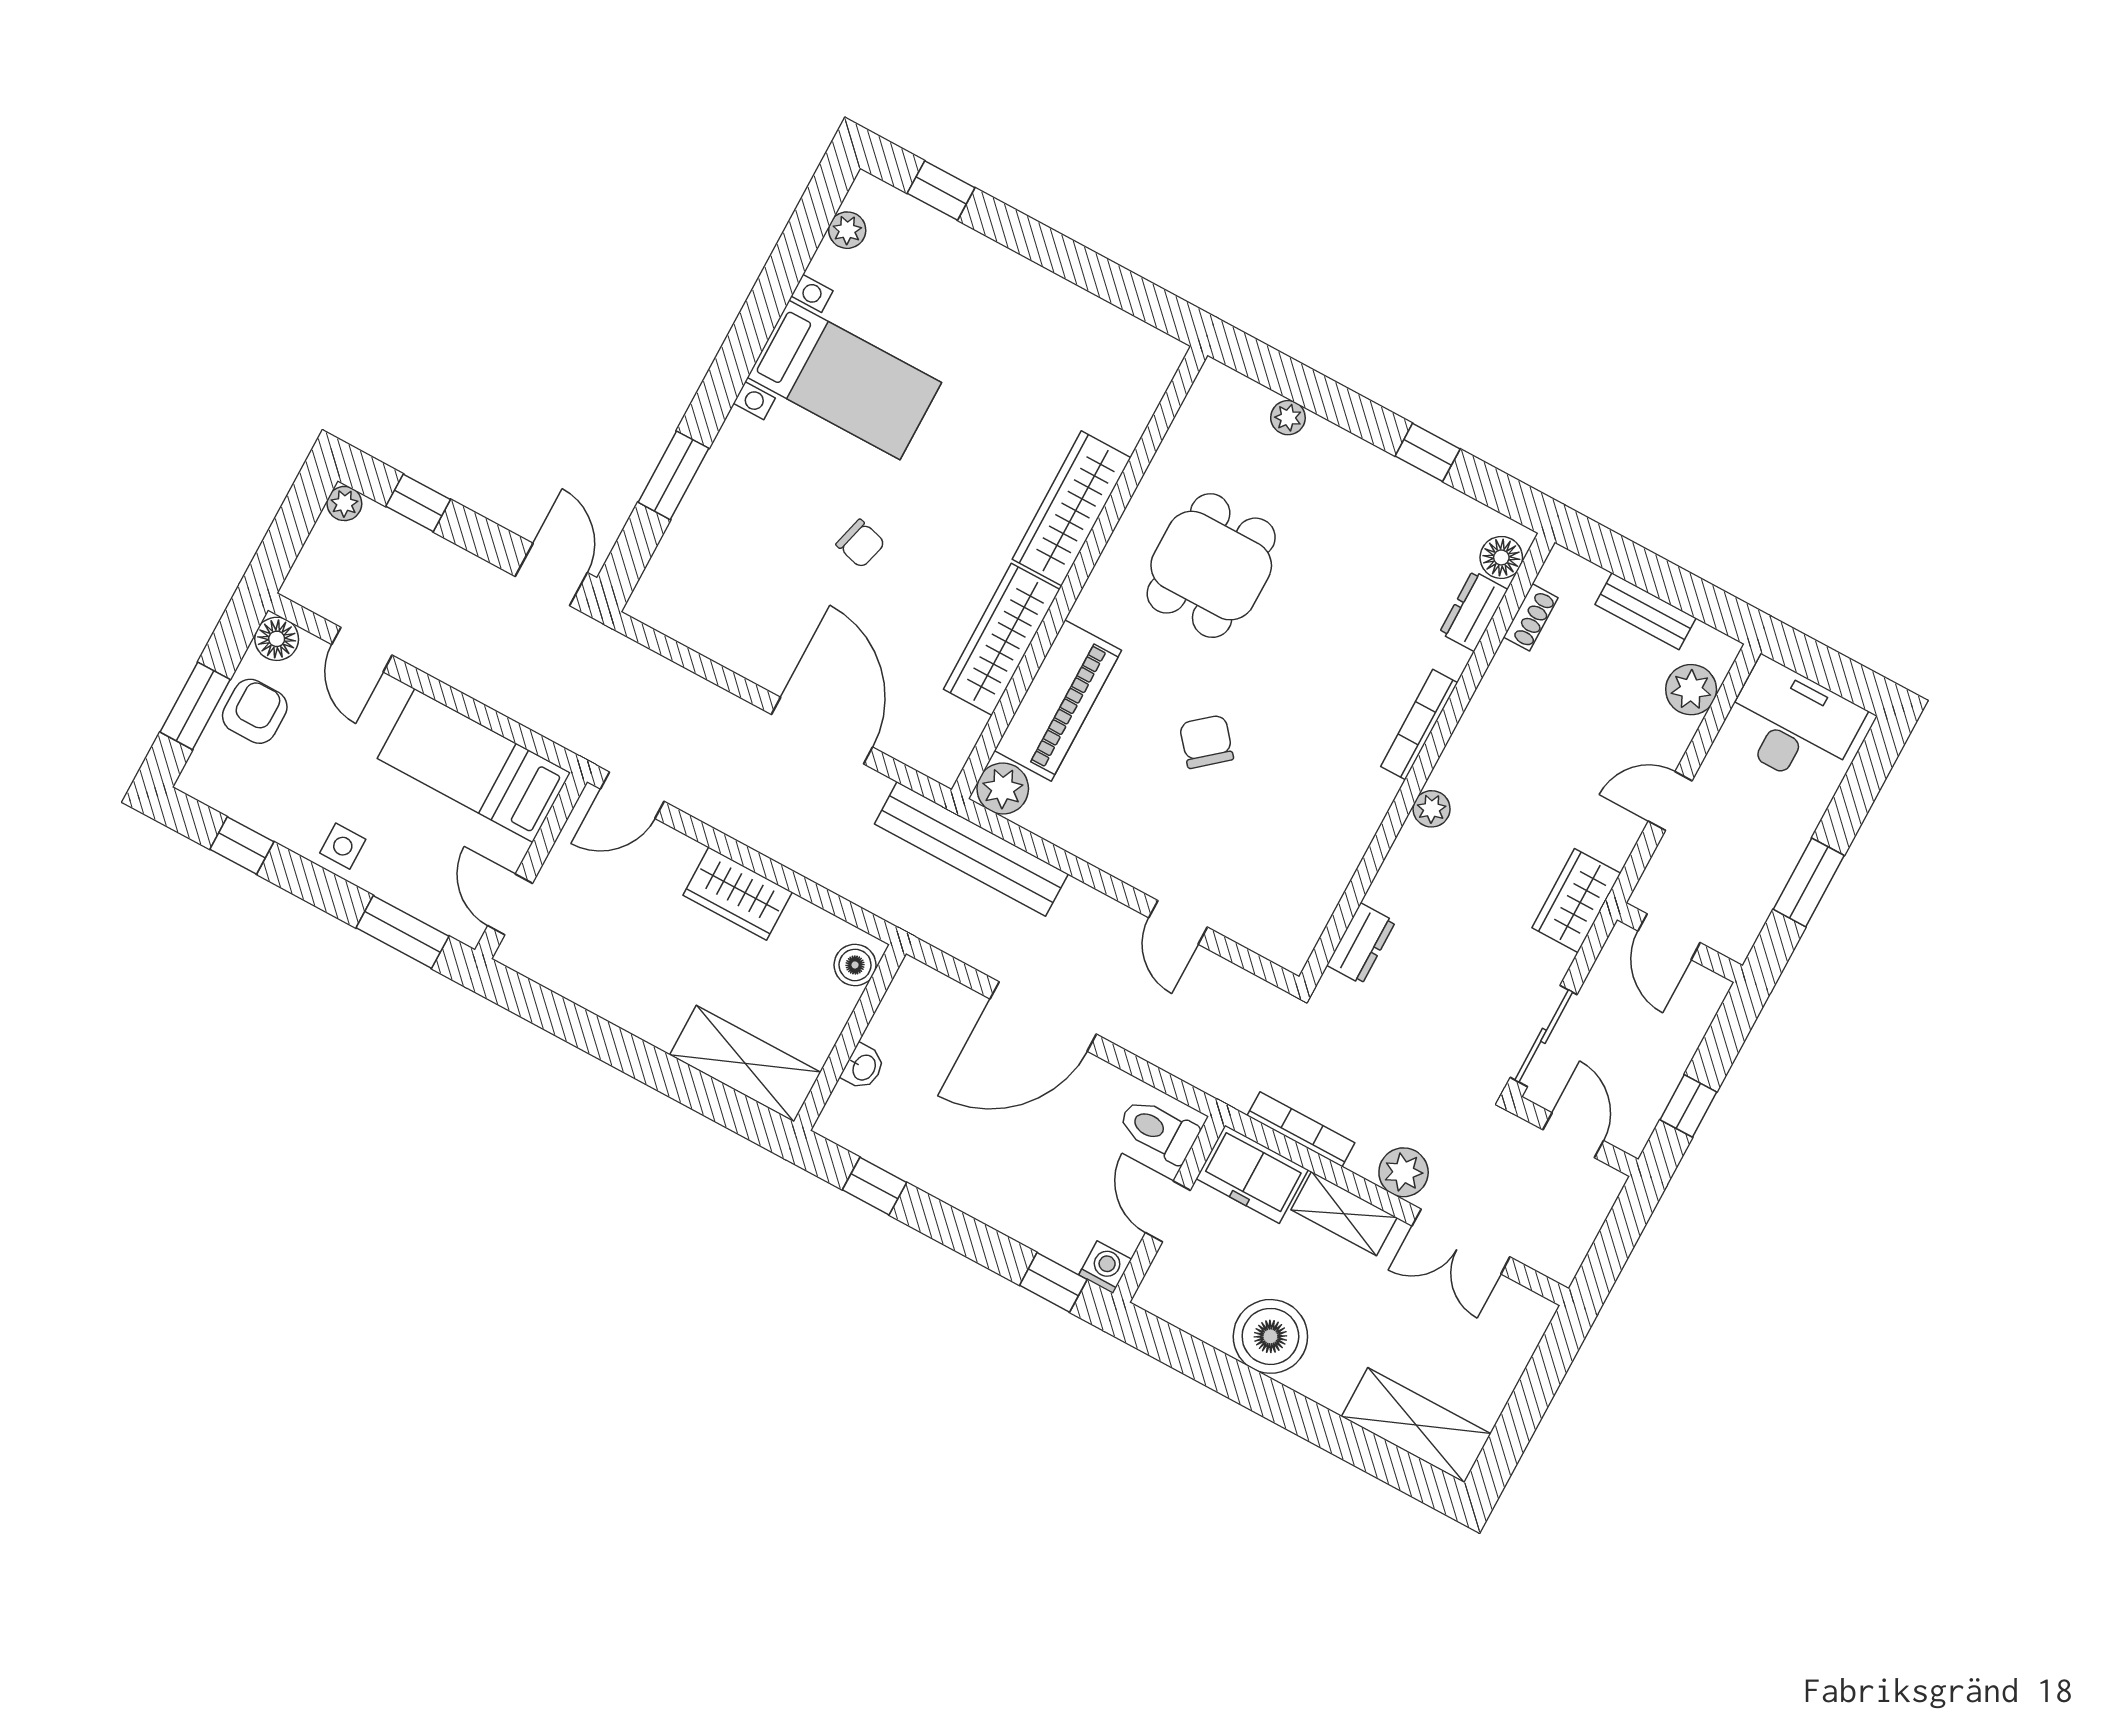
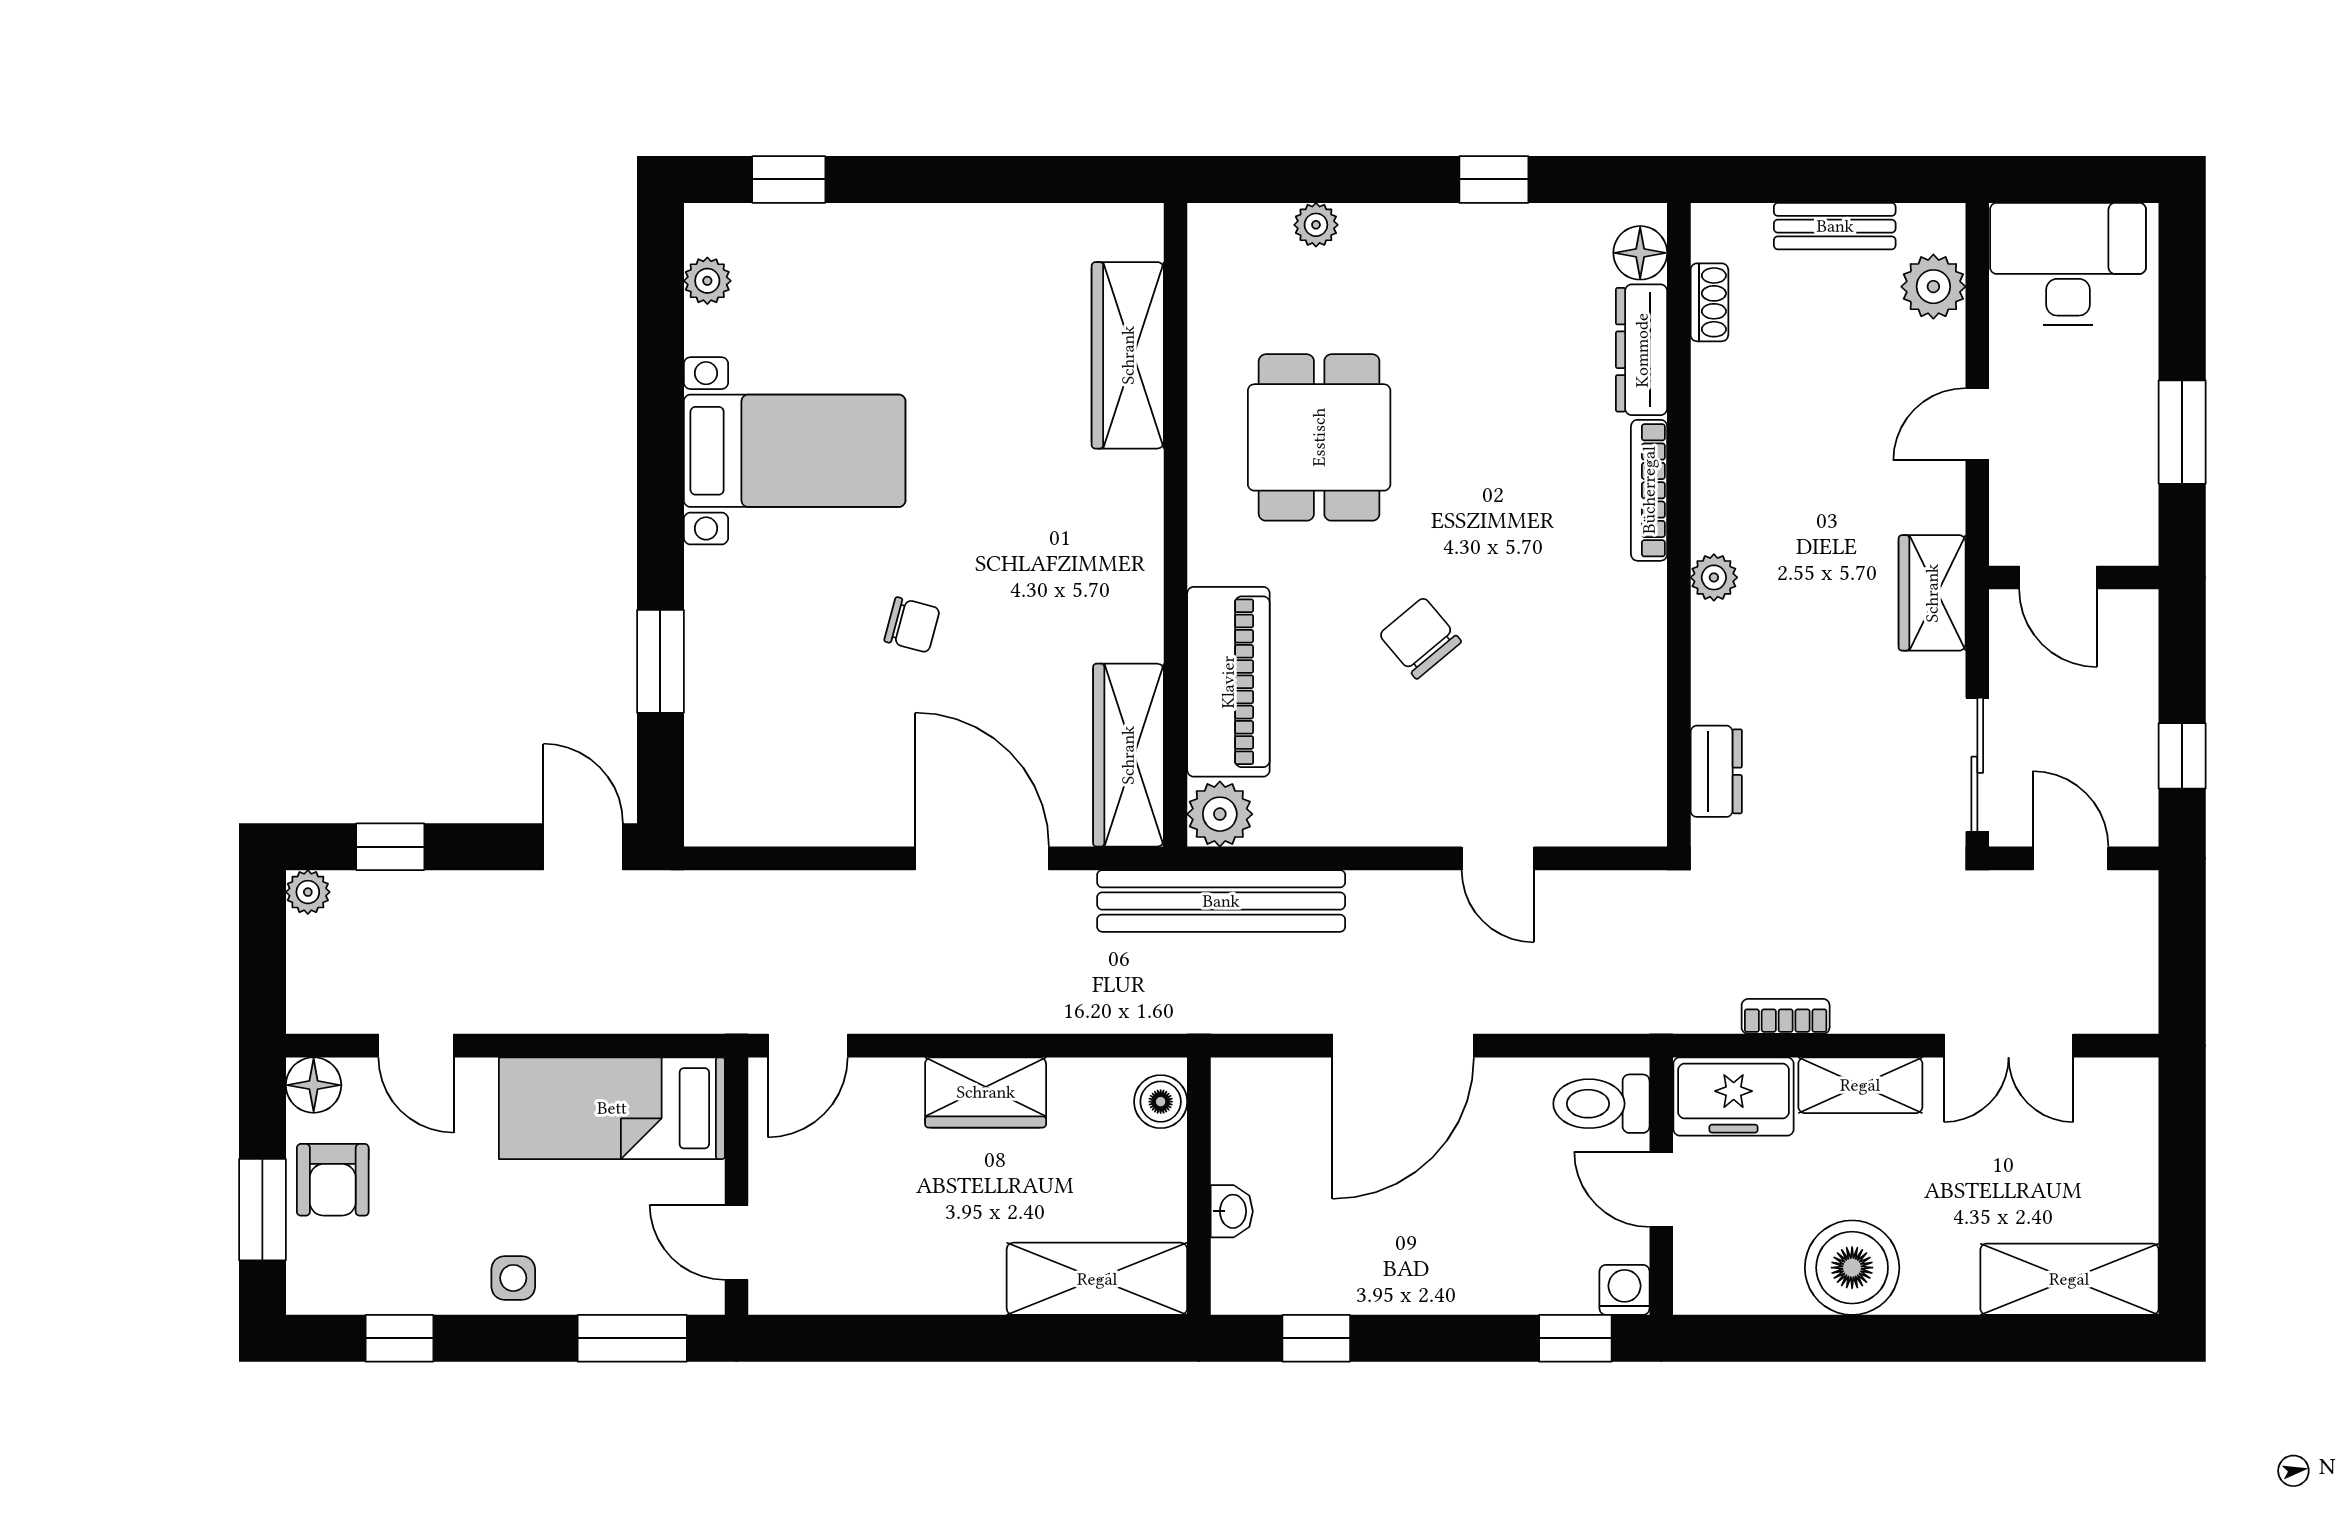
wardrobe: (1072, 508) -> (1128, 355), moved
dresser: (1474, 611) -> (1642, 350), width x1.44
wardrobe: (1002, 639) -> (1128, 755), moved
armchair: (255, 711) -> (333, 1180), turned 180
bookcase: (1301, 1129) -> (1786, 1016), width x0.64
plant: (1404, 1172) -> (1902, 1003), removed

